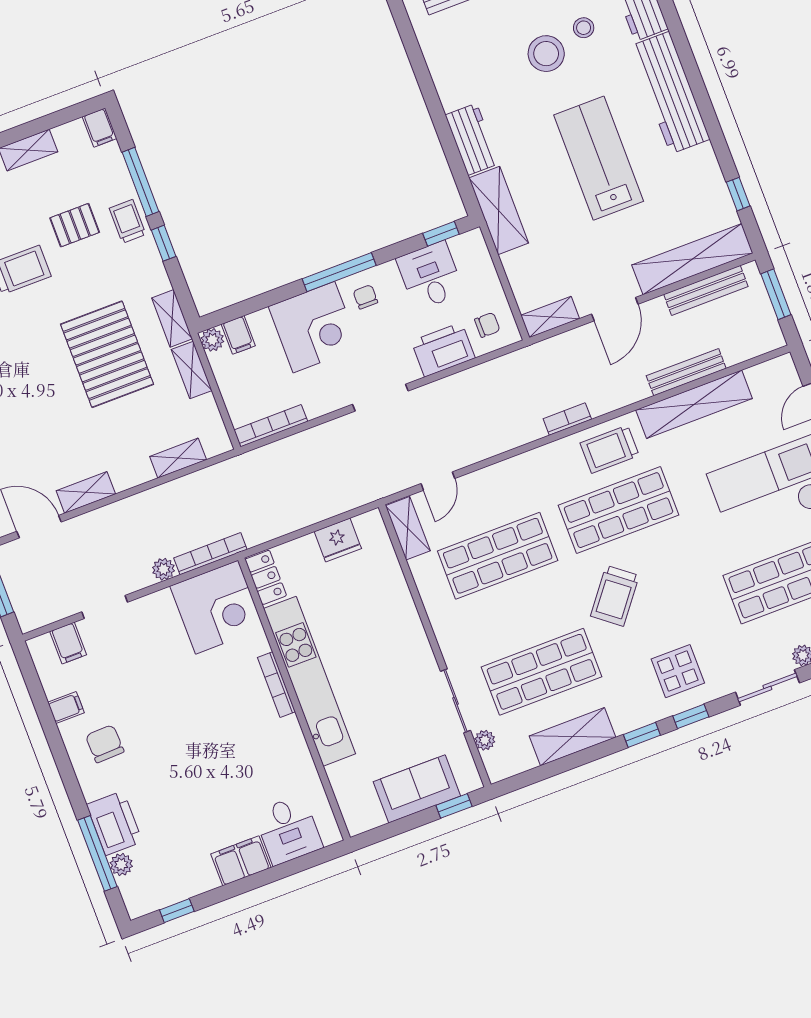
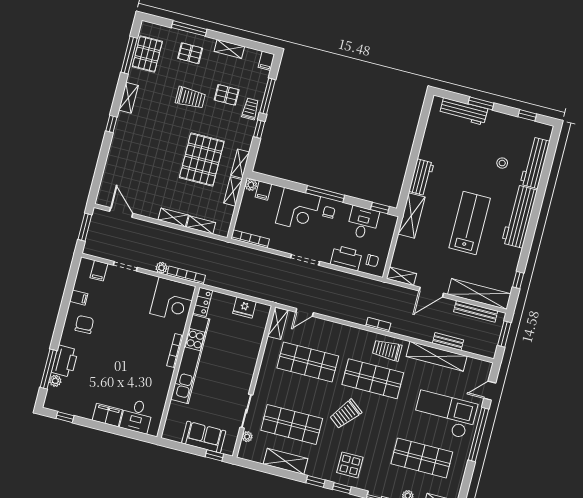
stool: (546, 54) -> (478, 163), removed
bench: (686, 372) -> (448, 342), width x0.73
shelving: (86, 492) -> (173, 217), moved

